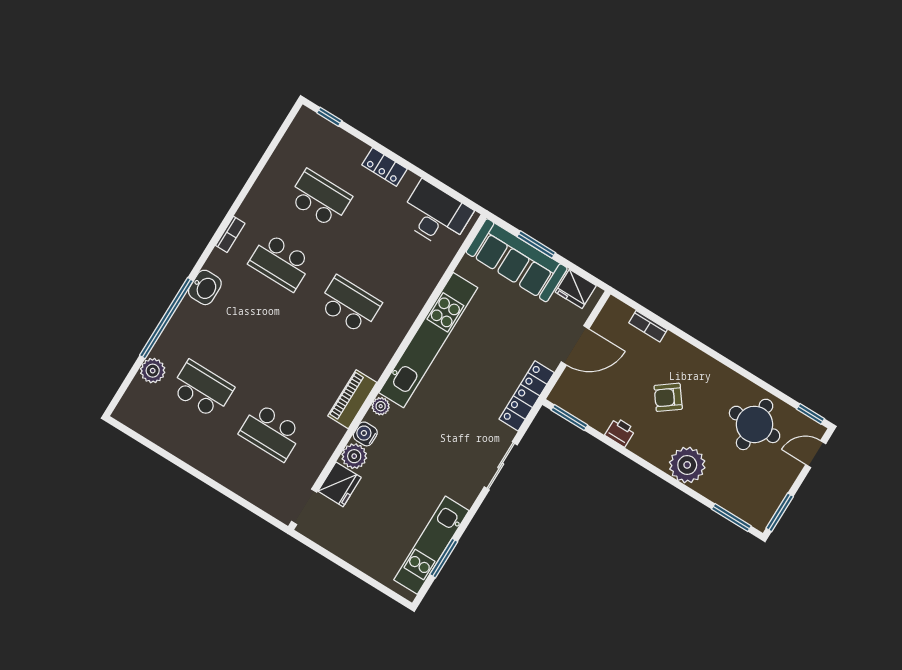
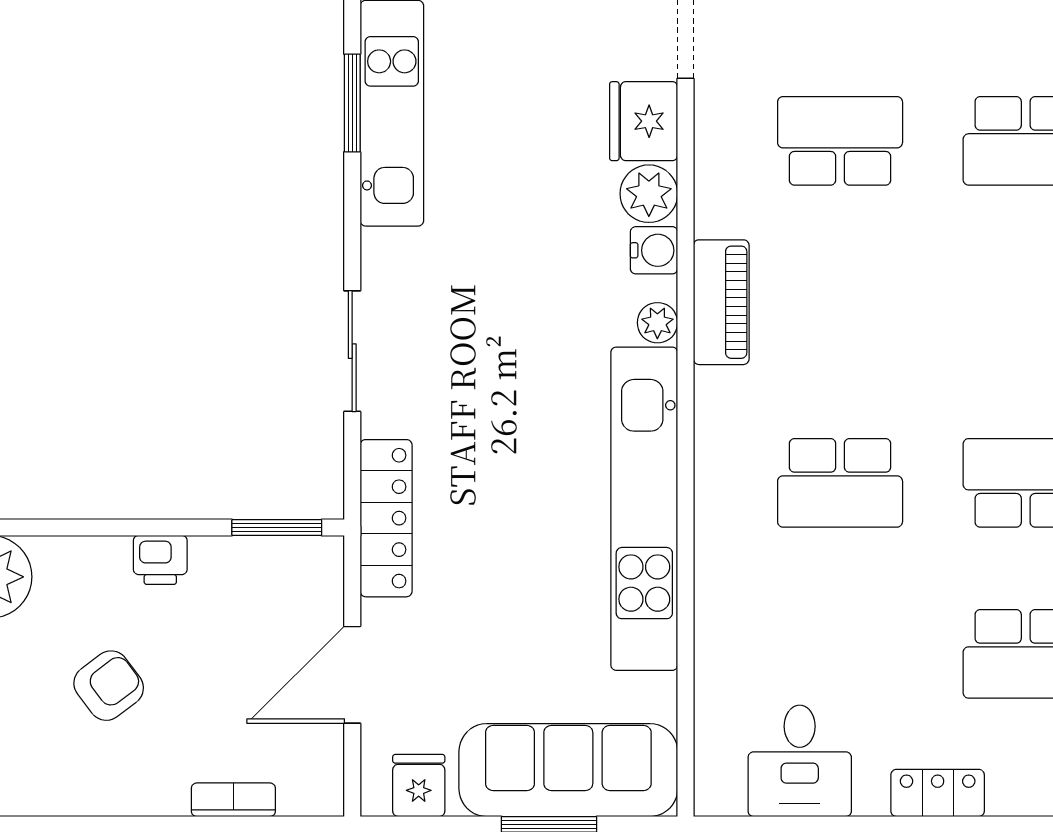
desk: (436, 215) -> (800, 761), width x0.73
fridge: (576, 289) -> (419, 786), width x0.72

